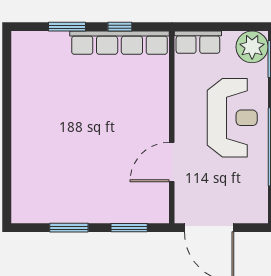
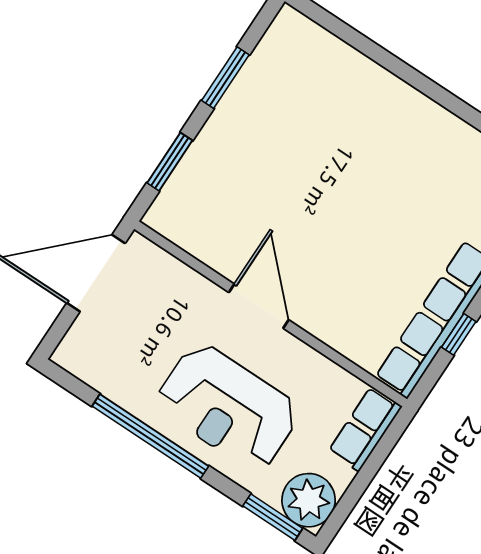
door: (172, 162) -> (259, 306), moved

